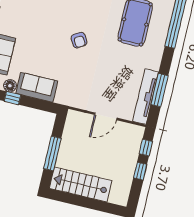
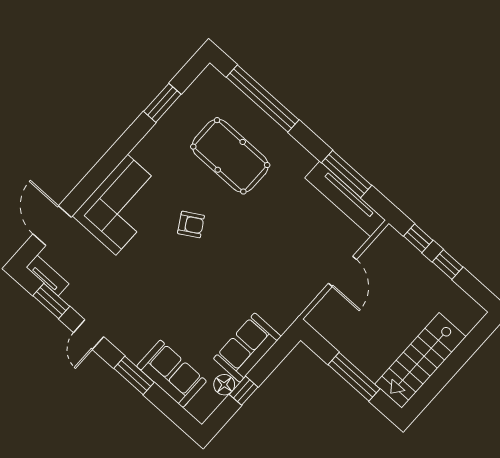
armchair: (79, 40) -> (191, 224), moved

